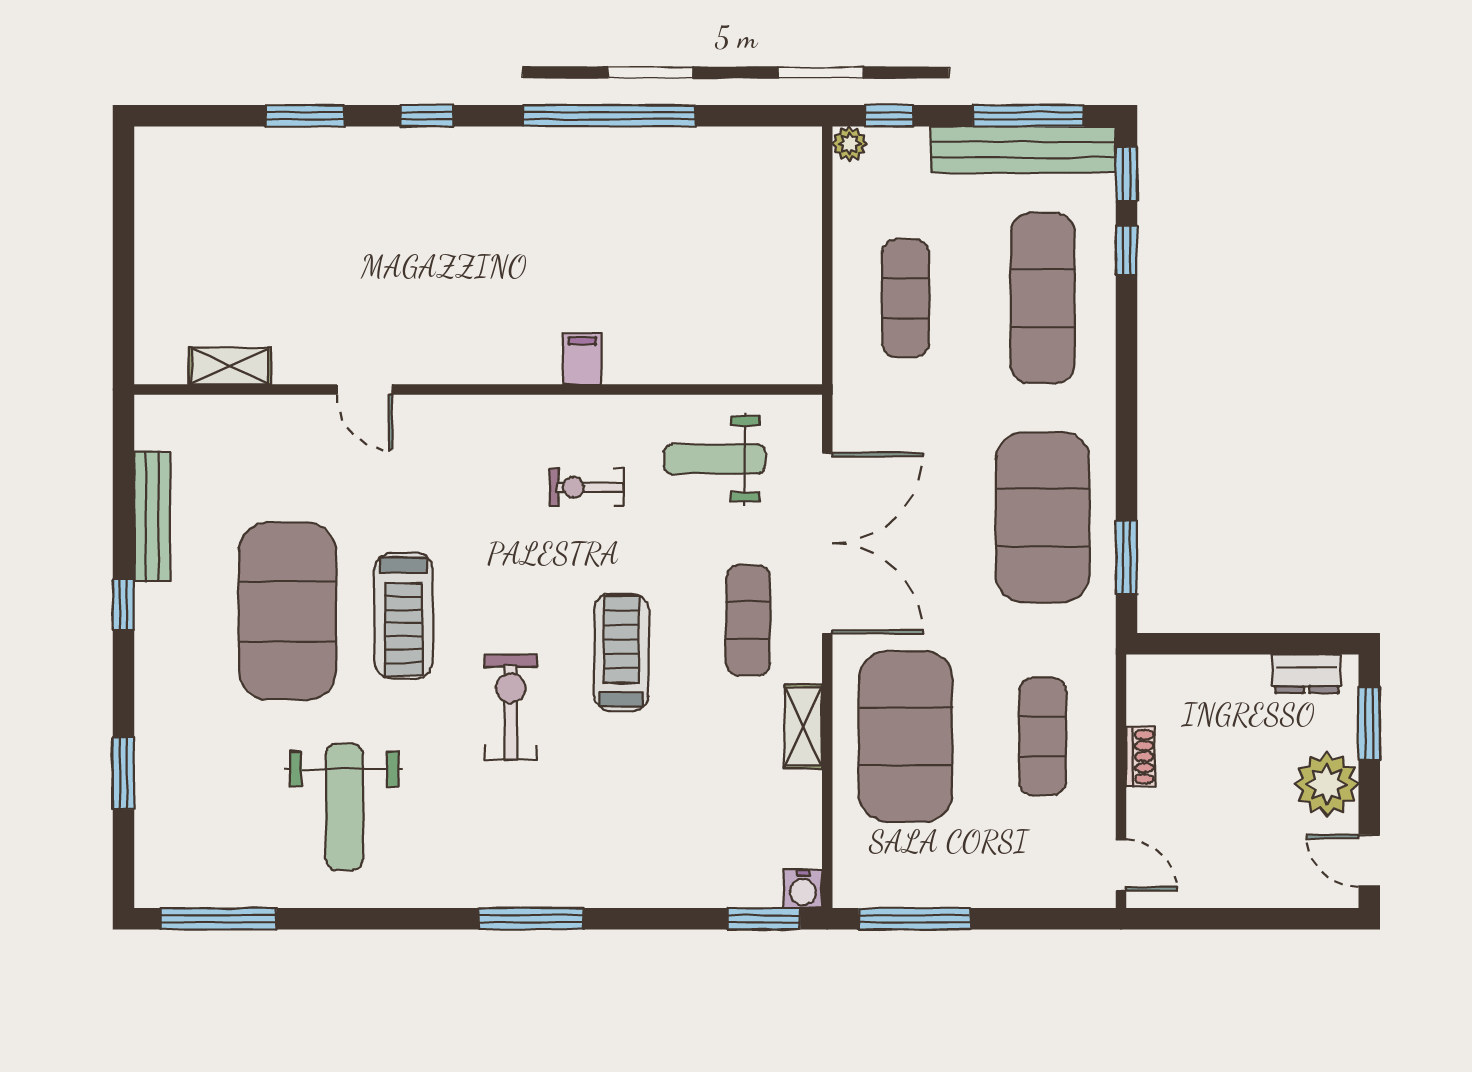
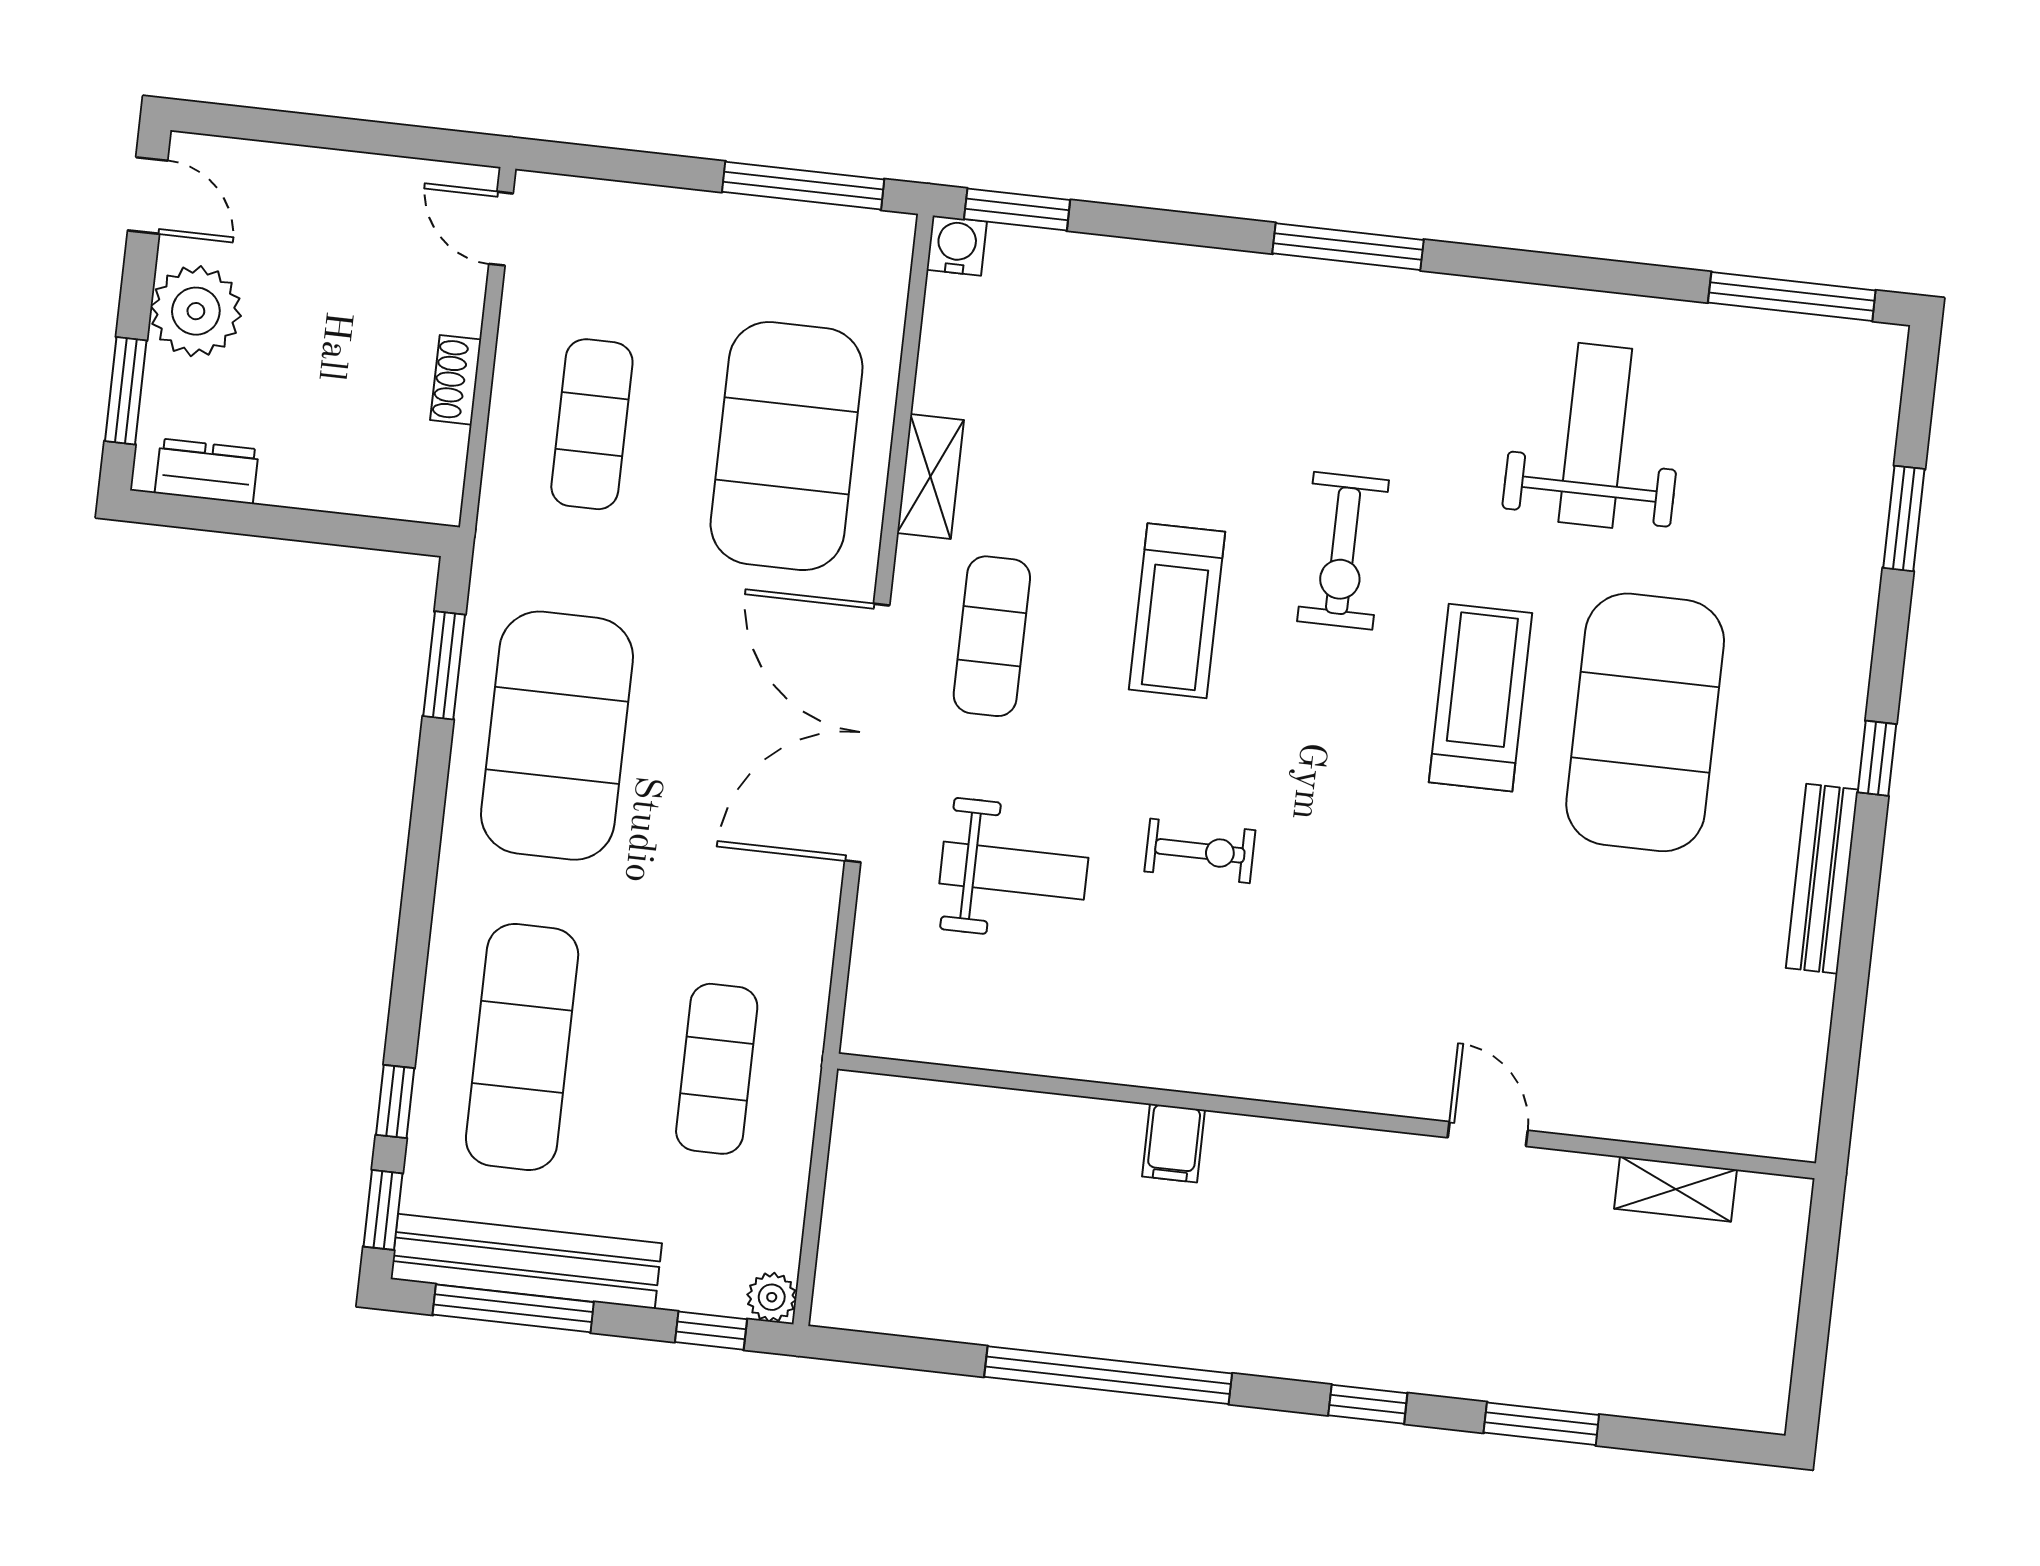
filing cabinet: (582, 359) -> (1173, 1143), moved
shelving: (230, 366) -> (1676, 1189), moved
door: (365, 390) -> (1488, 1134), moved
wall: (478, 390) -> (1327, 1116), moved

